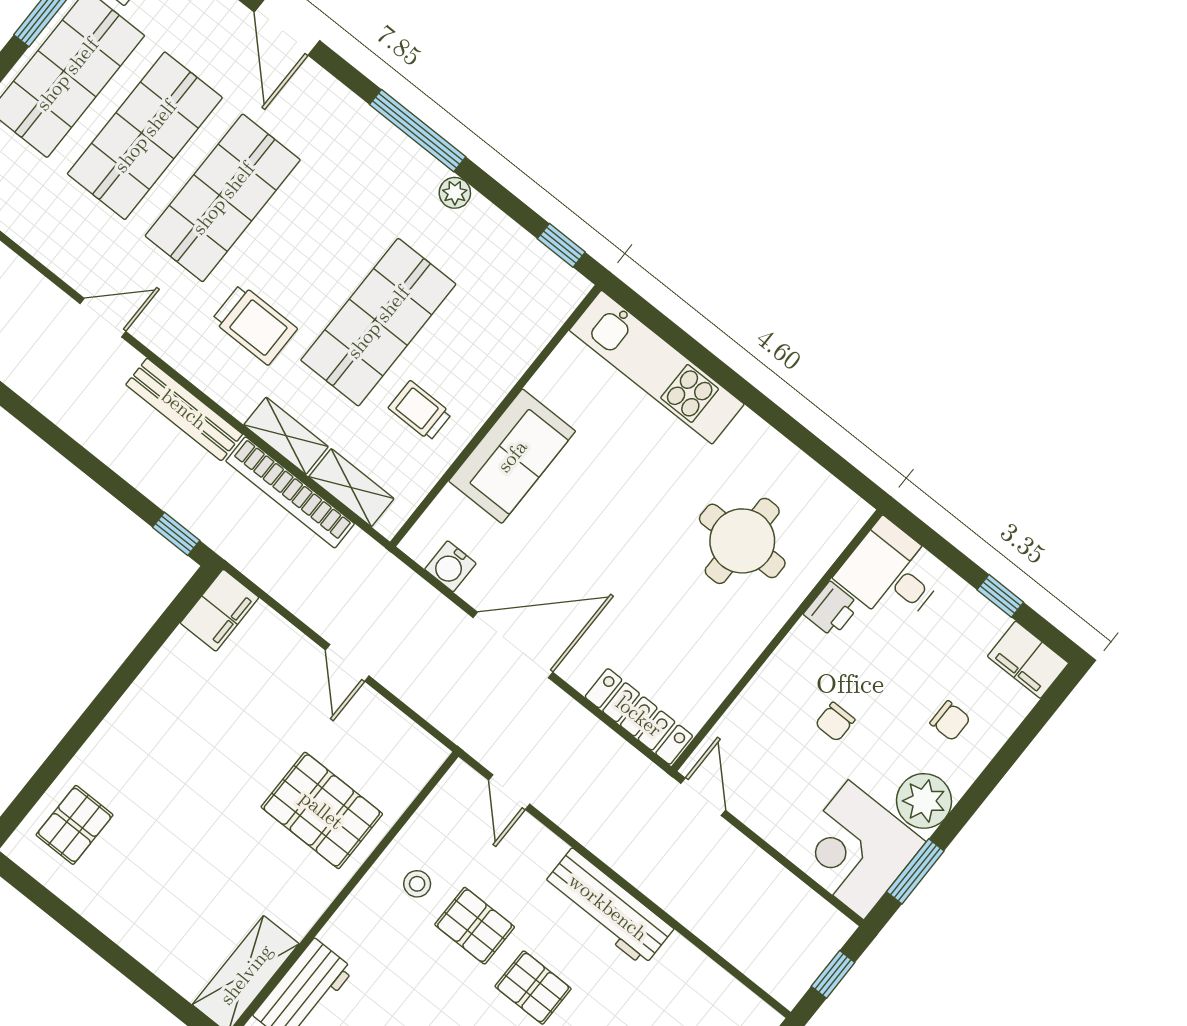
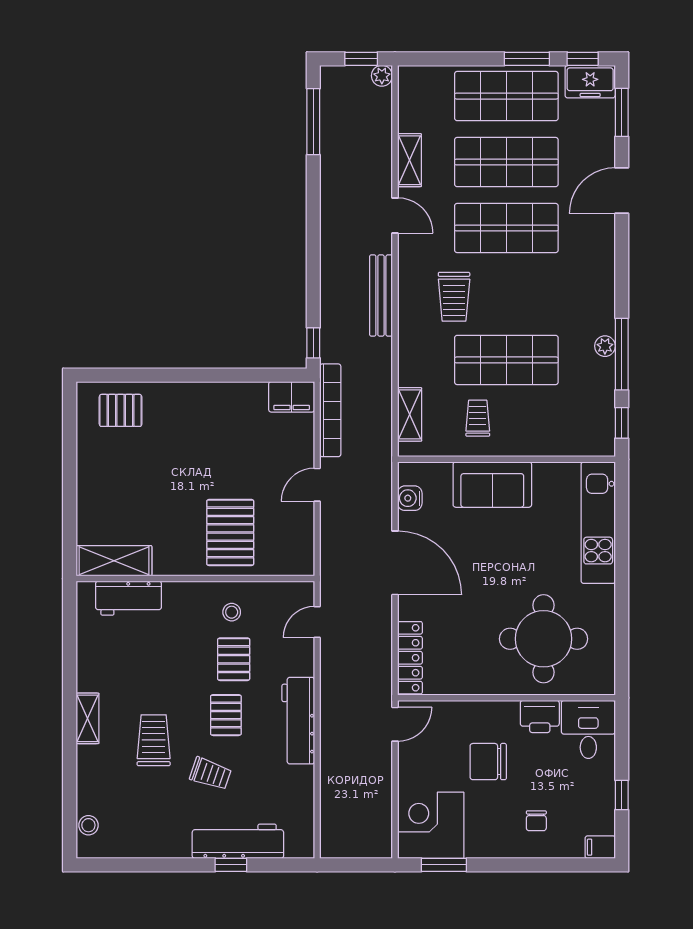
window: (418, 131) -> (622, 354), moved
shelving: (286, 436) -> (409, 160), moved
bookcase: (290, 492) -> (330, 410), moved, turned 180
round table: (742, 541) -> (544, 639), width x1.36, depth x1.36
printer: (832, 609) -> (540, 716), width x1.36, depth x1.24
filing cabinet: (1028, 660) -> (600, 847), width x0.50
chair: (835, 722) -> (488, 762), width x1.87, depth x1.87
plant: (924, 801) -> (484, 840), removed
window: (833, 974) -> (357, 865), removed

